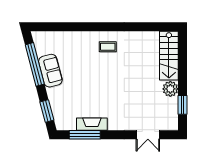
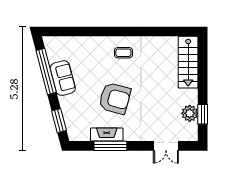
plant: (170, 89) -> (190, 113), moved
armchair: (100, 90) -> (115, 98), added
window: (85, 135) -> (110, 146), moved

